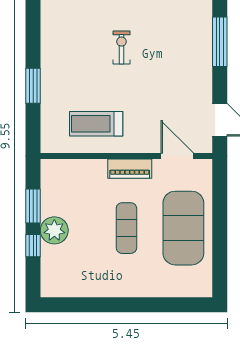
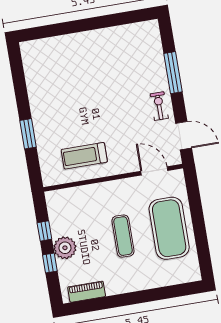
exercise bike: (121, 48) -> (159, 106), moved
piano: (130, 169) -> (87, 292), moved, turned 180
window: (33, 206) -> (44, 231), width x0.67

